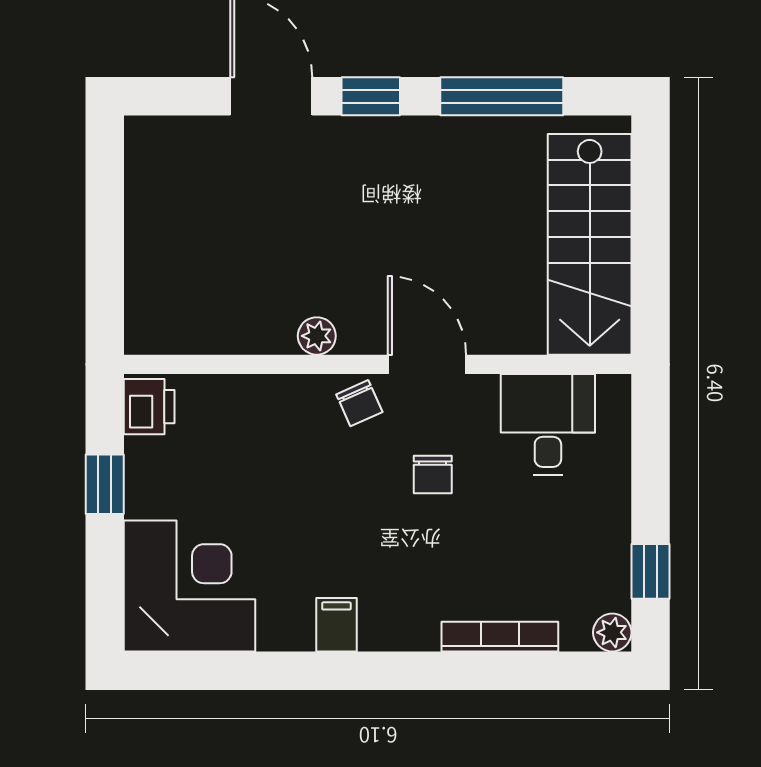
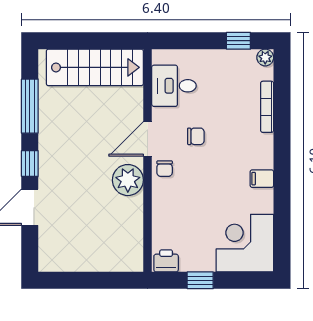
plant: (317, 336) -> (128, 180), width x1.87, depth x1.87
chair: (359, 403) -> (165, 169), turned 114

